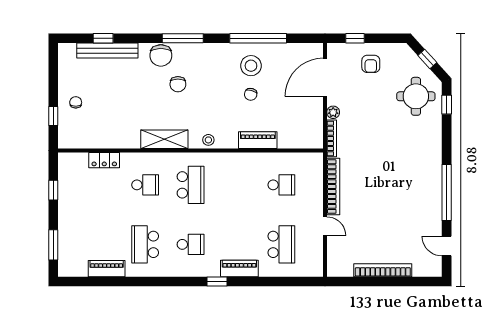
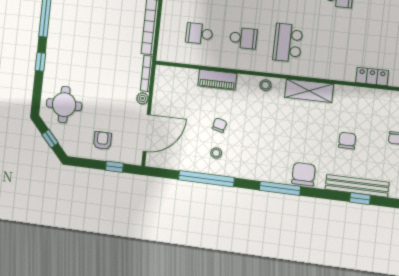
stool: (251, 66) -> (216, 153), width x0.53, depth x0.53
chair: (178, 84) -> (347, 141), moved
window: (447, 105) -> (40, 62), moved
school desk: (145, 185) -> (243, 38), moved, turned 180

